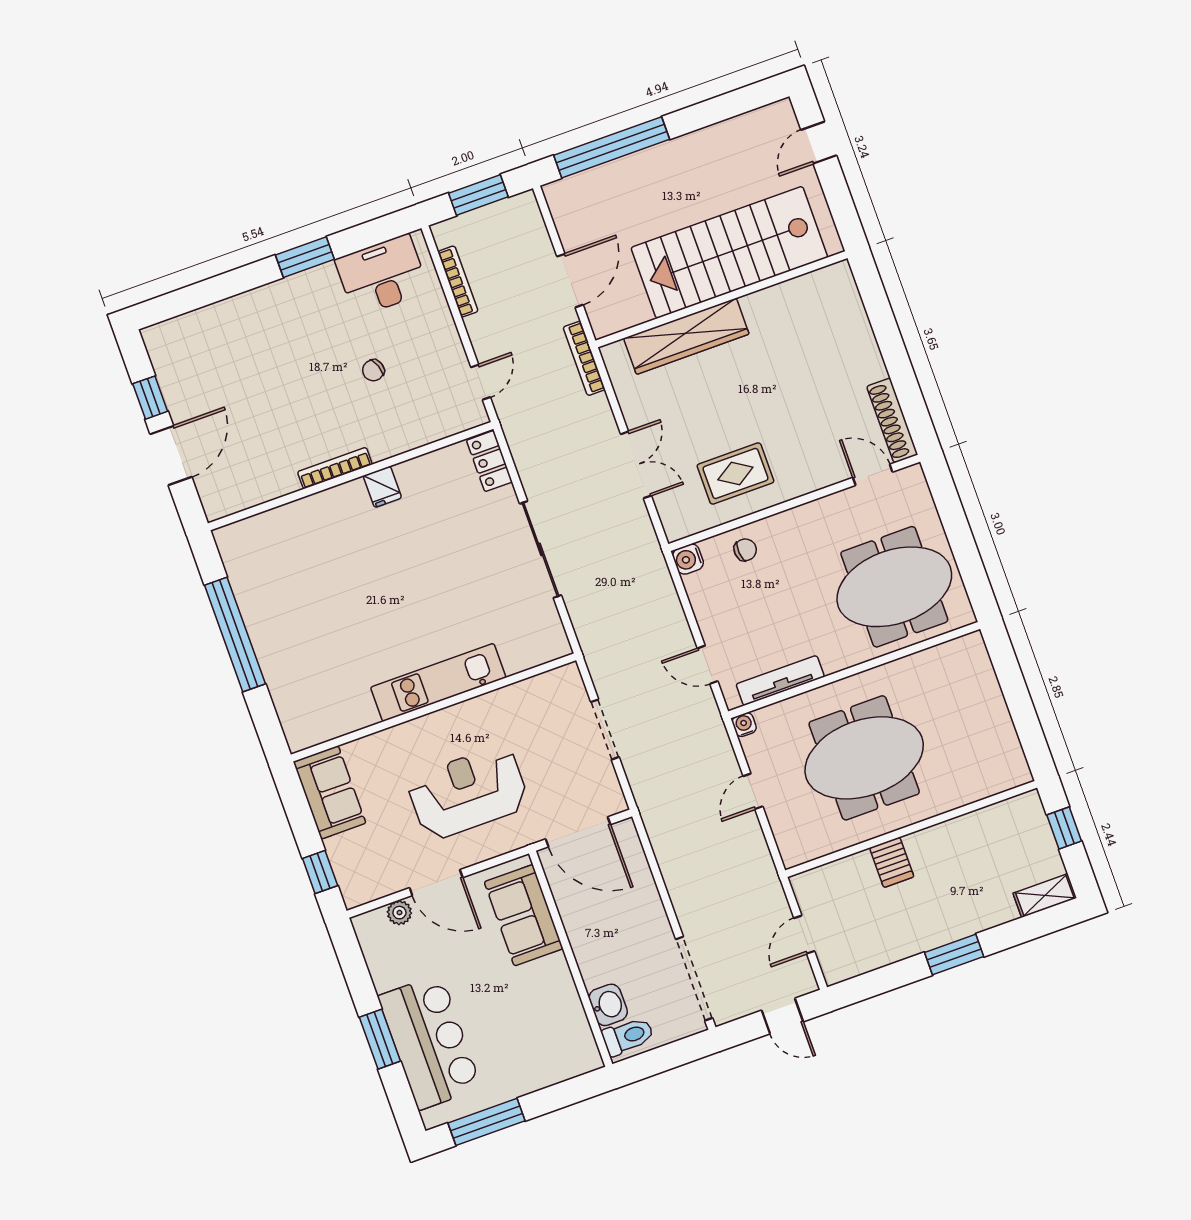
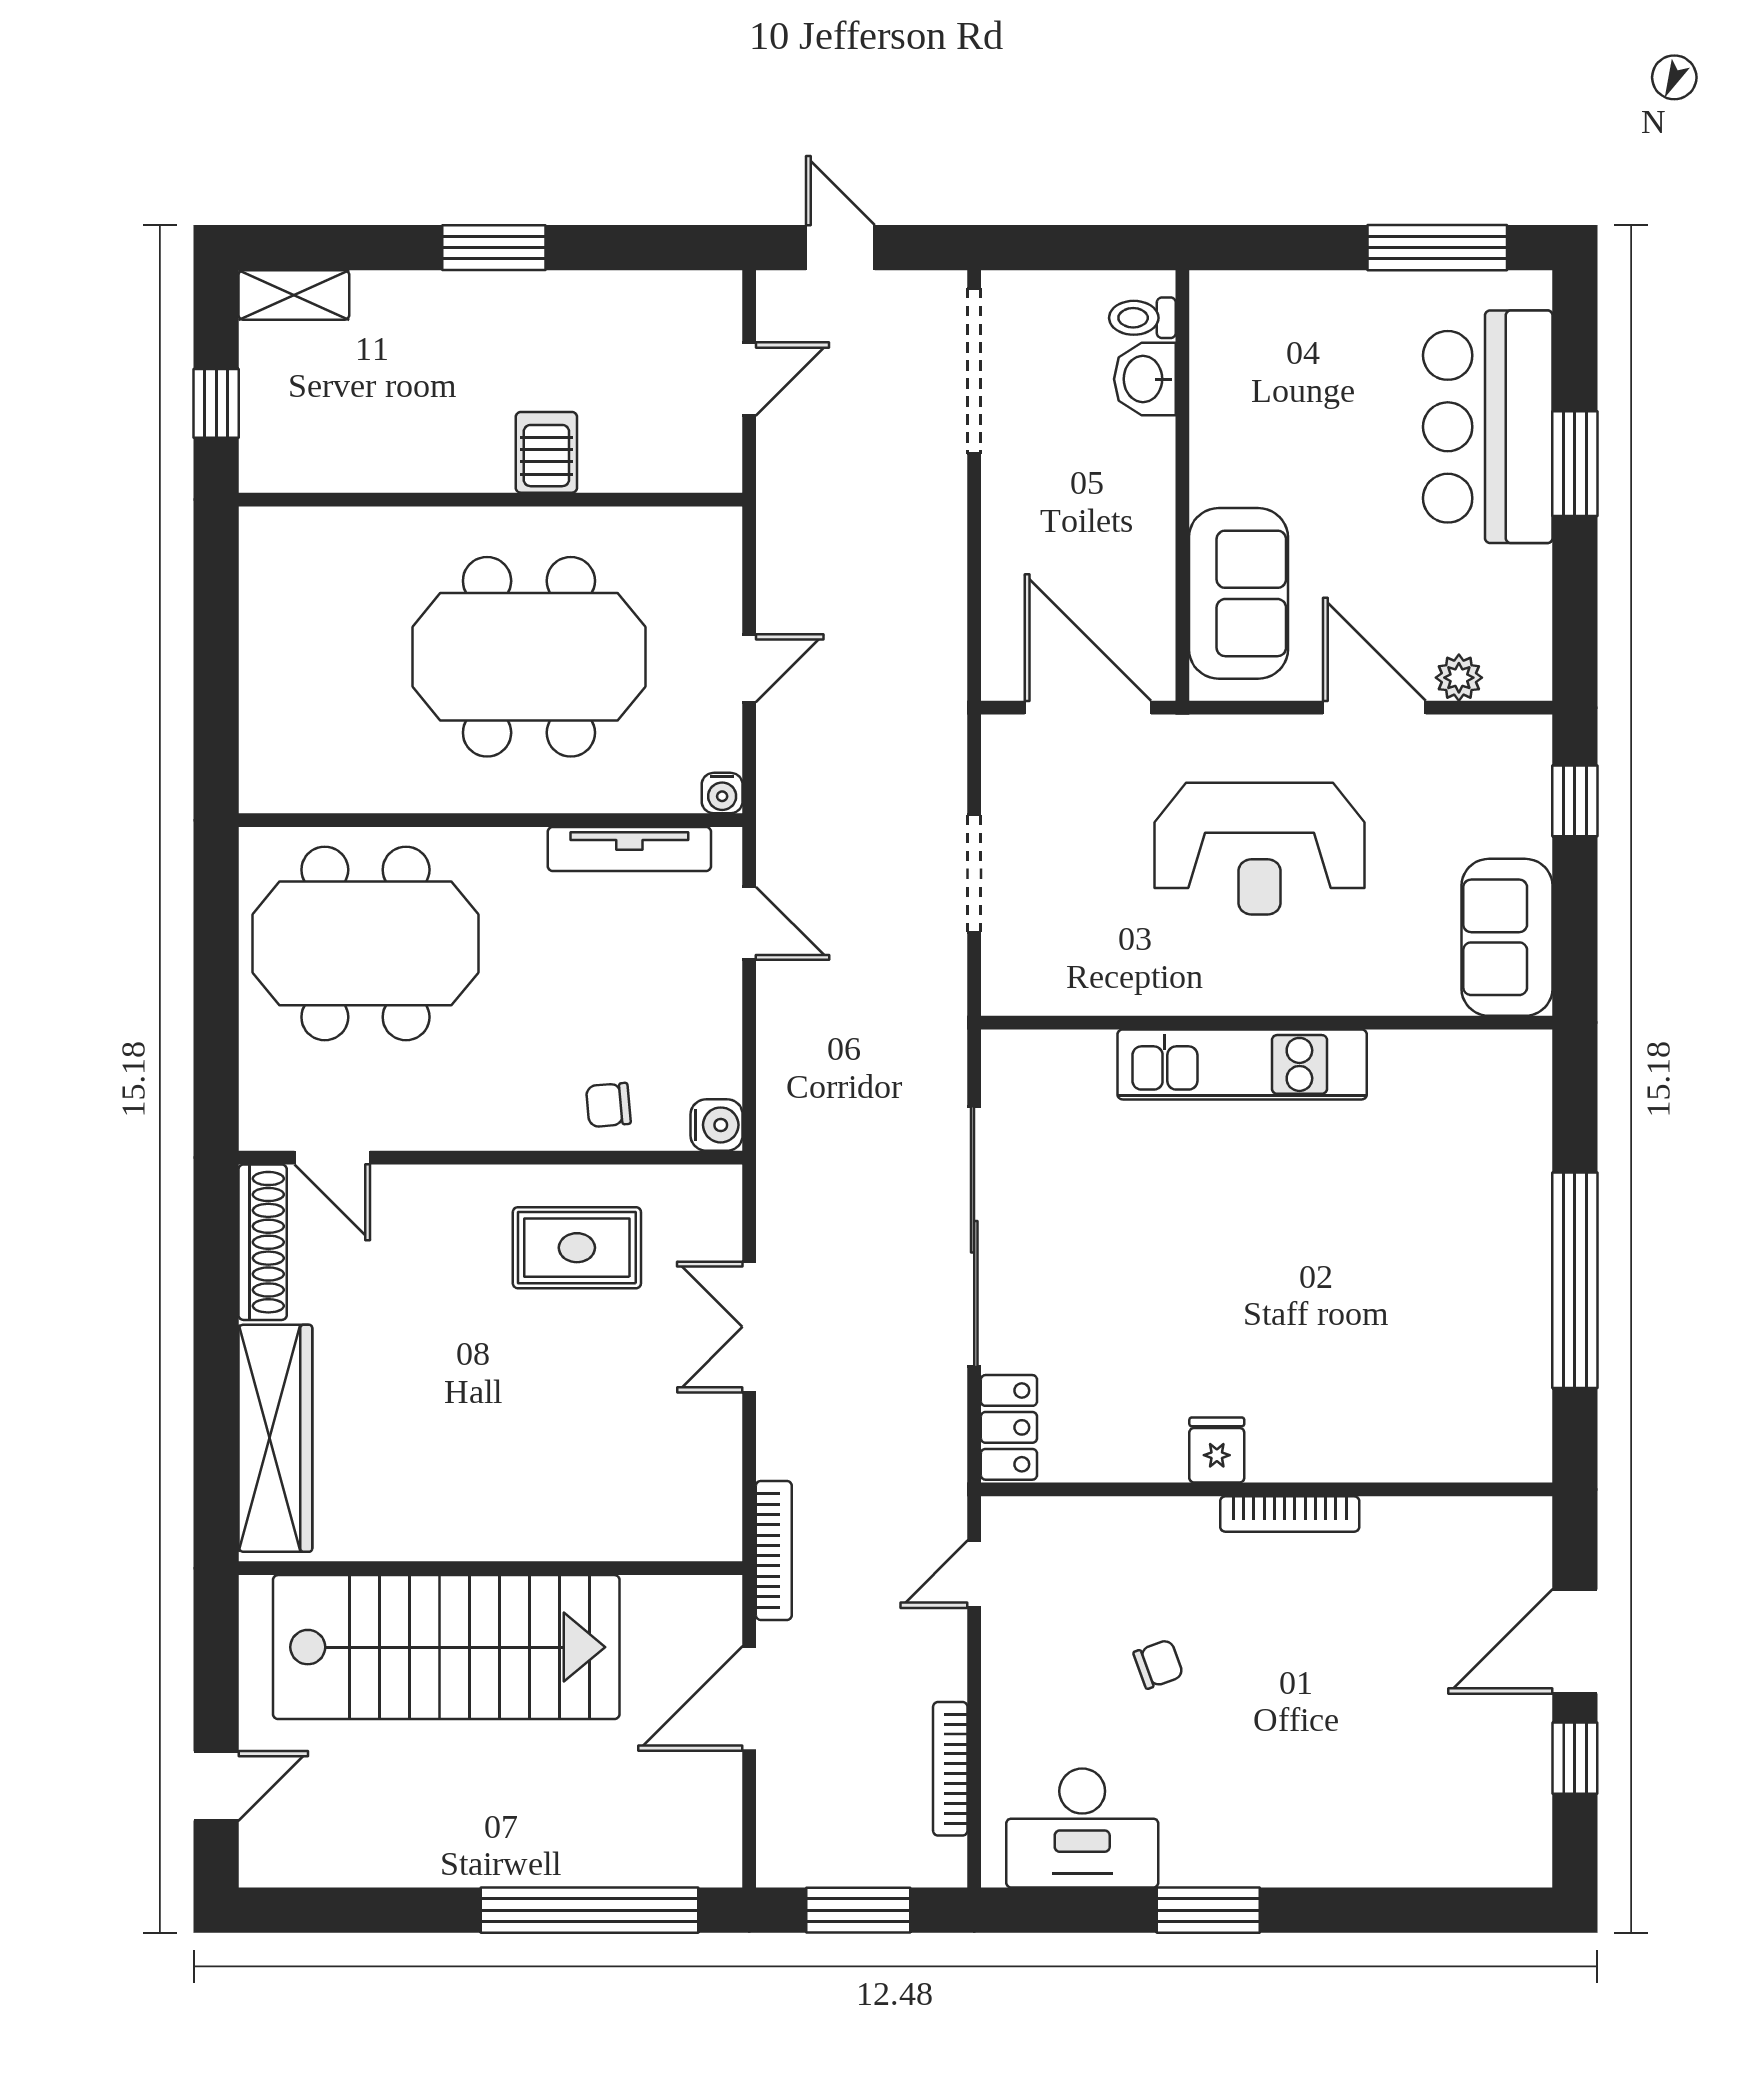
wardrobe: (686, 336) -> (275, 1438), moved, turned 90
sliding door: (540, 549) -> (974, 1237), width x1.36
toilet: (628, 1036) -> (1142, 318), width x0.73, depth x0.72

